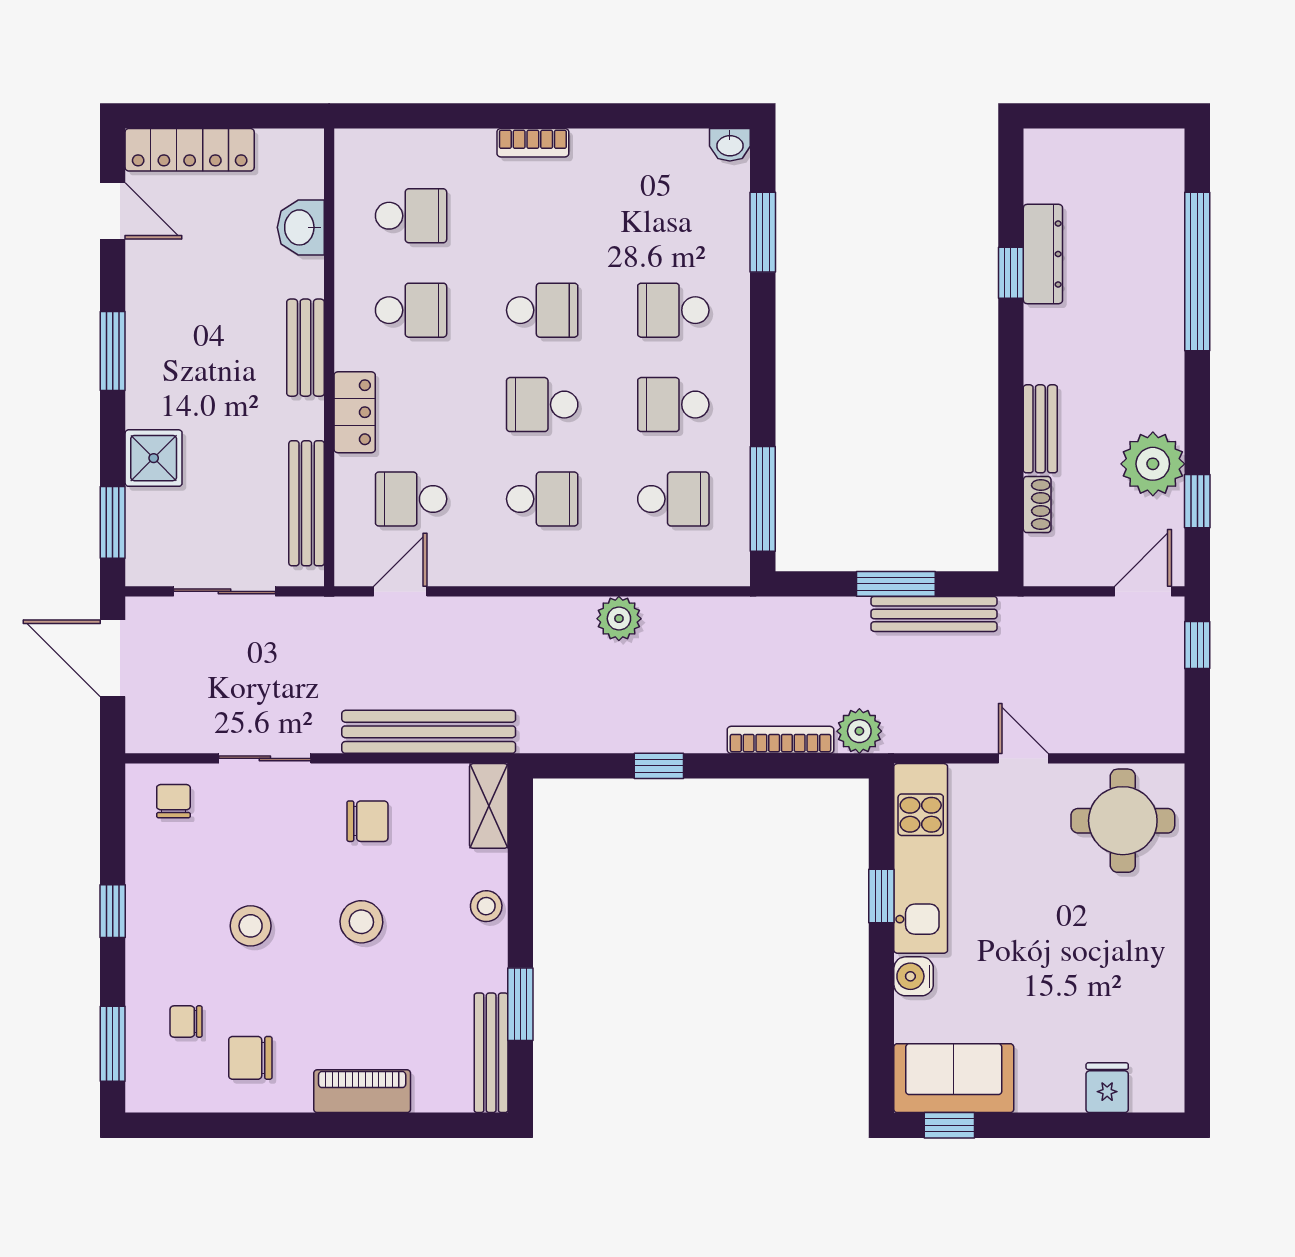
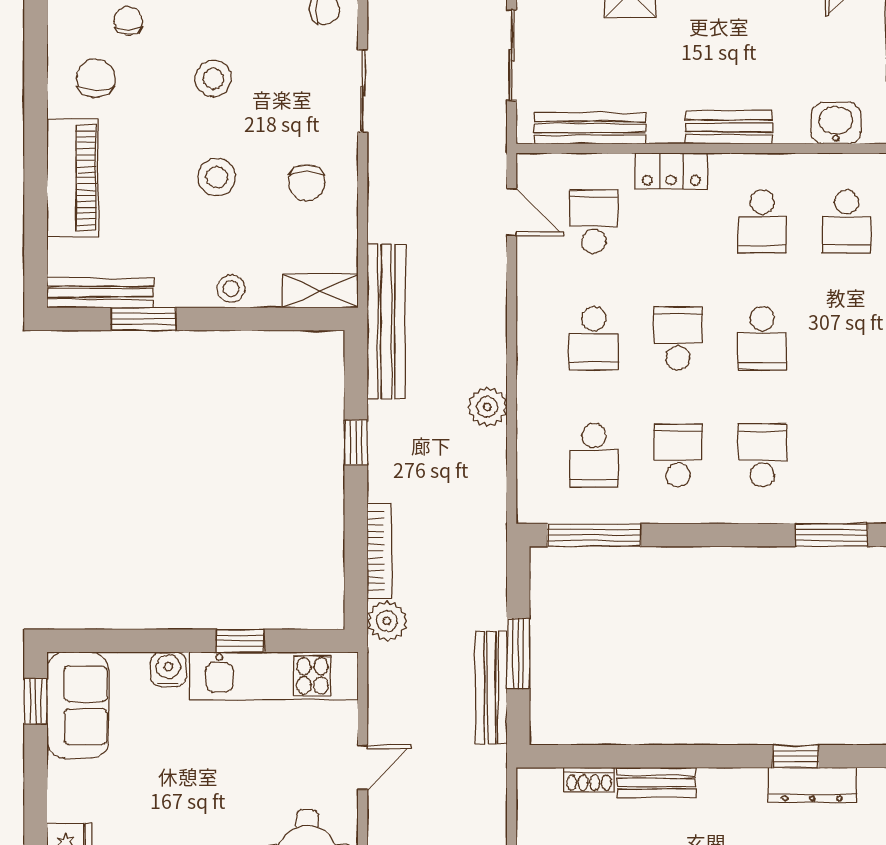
bench: (429, 732) -> (386, 322), moved
piano: (362, 1091) -> (72, 178), width x1.37, depth x1.33

